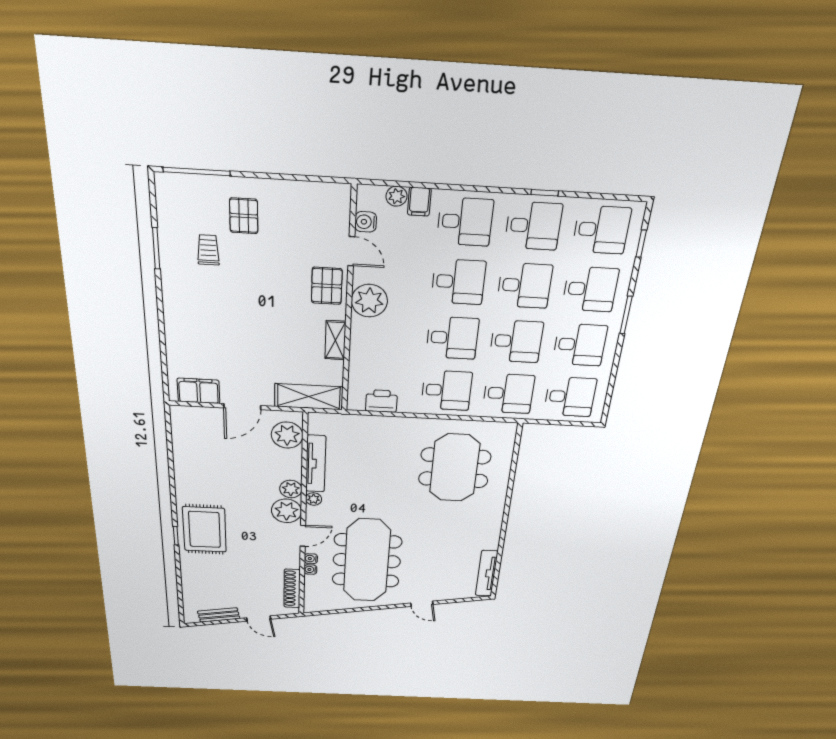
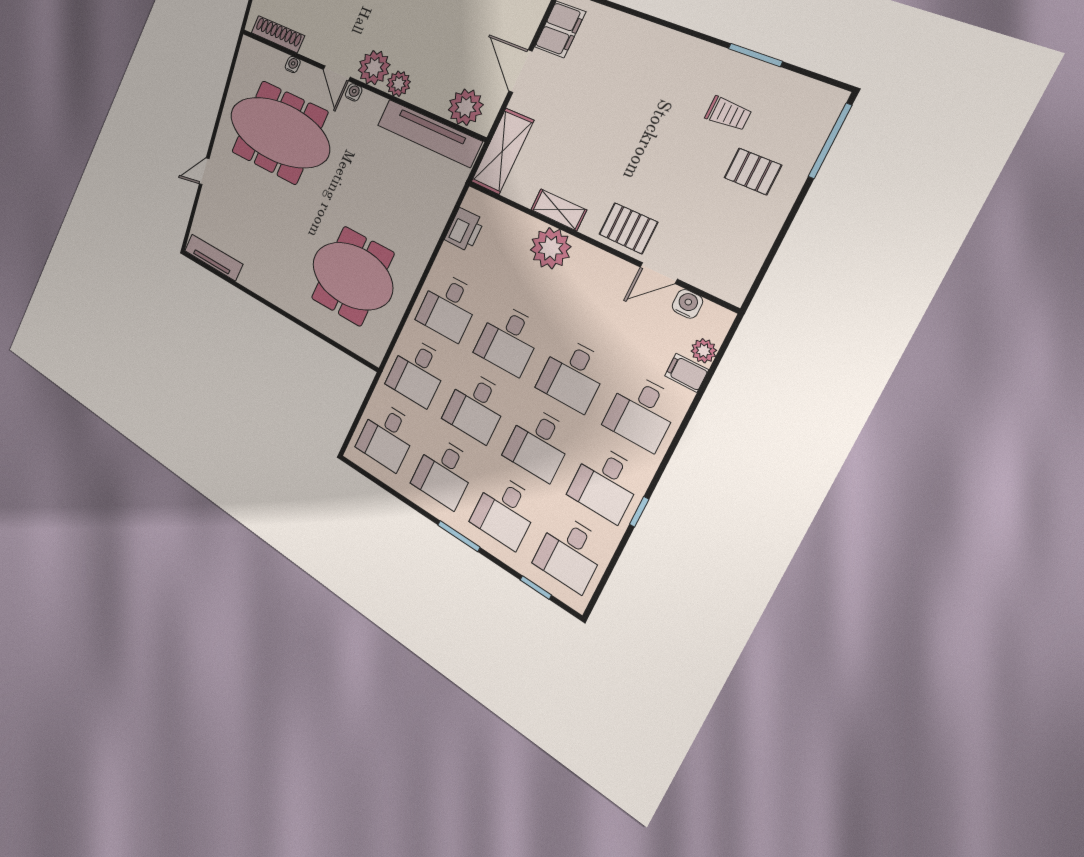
plant: (369, 301) -> (551, 248), moved
tv unit: (316, 464) -> (429, 133), width x1.36, depth x1.29
plant: (314, 499) -> (376, 104), removed
water cooler: (311, 559) -> (354, 92), moved

